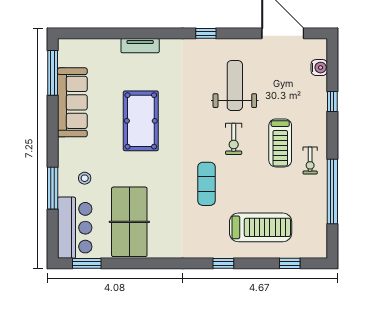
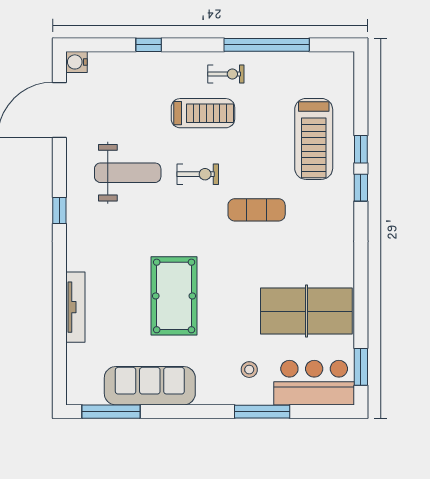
tv unit: (140, 46) -> (75, 307), width x1.41
water cooler: (319, 68) -> (76, 62), moved, turned -90
weight bench: (235, 86) -> (128, 173), turned 180
pool table: (141, 121) -> (174, 296), turned 90
treadmill: (261, 227) -> (314, 139), turned 180
window: (290, 263) -> (361, 149), moved

